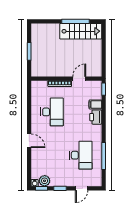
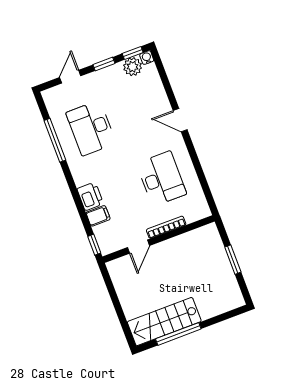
desk: (52, 112) -> (161, 179), turned 180

